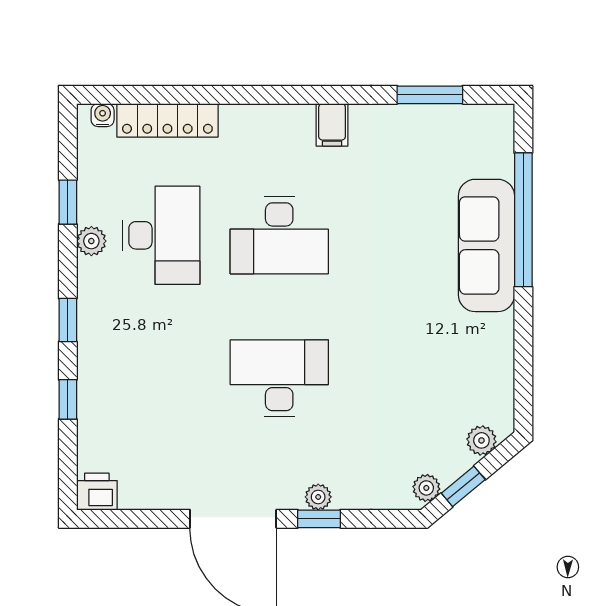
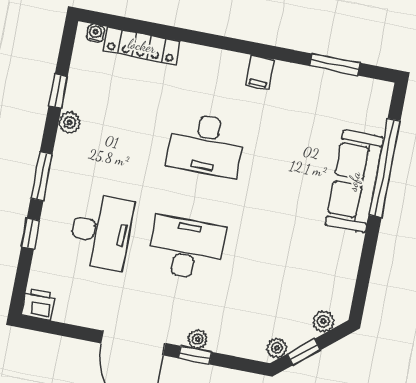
desk: (161, 235) -> (101, 232), moved
window: (68, 320) -> (42, 176), width x1.50

